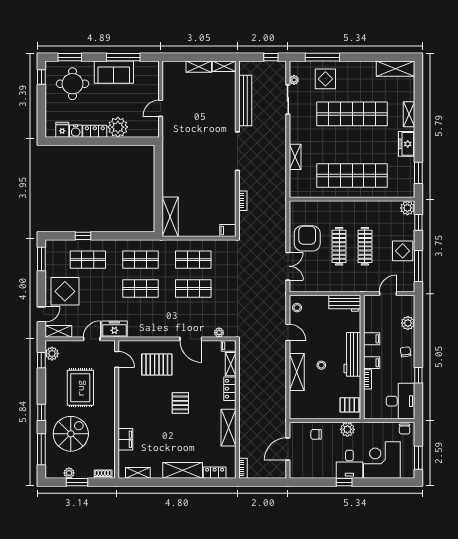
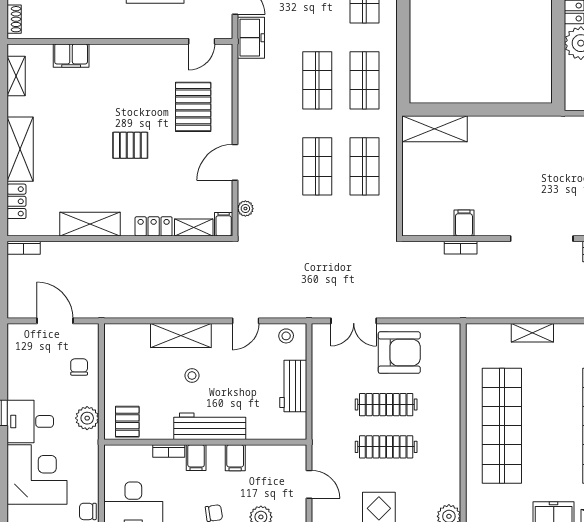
filing cabinet: (228, 231) -> (464, 223), moved
workbench: (345, 303) -> (293, 386), moved

